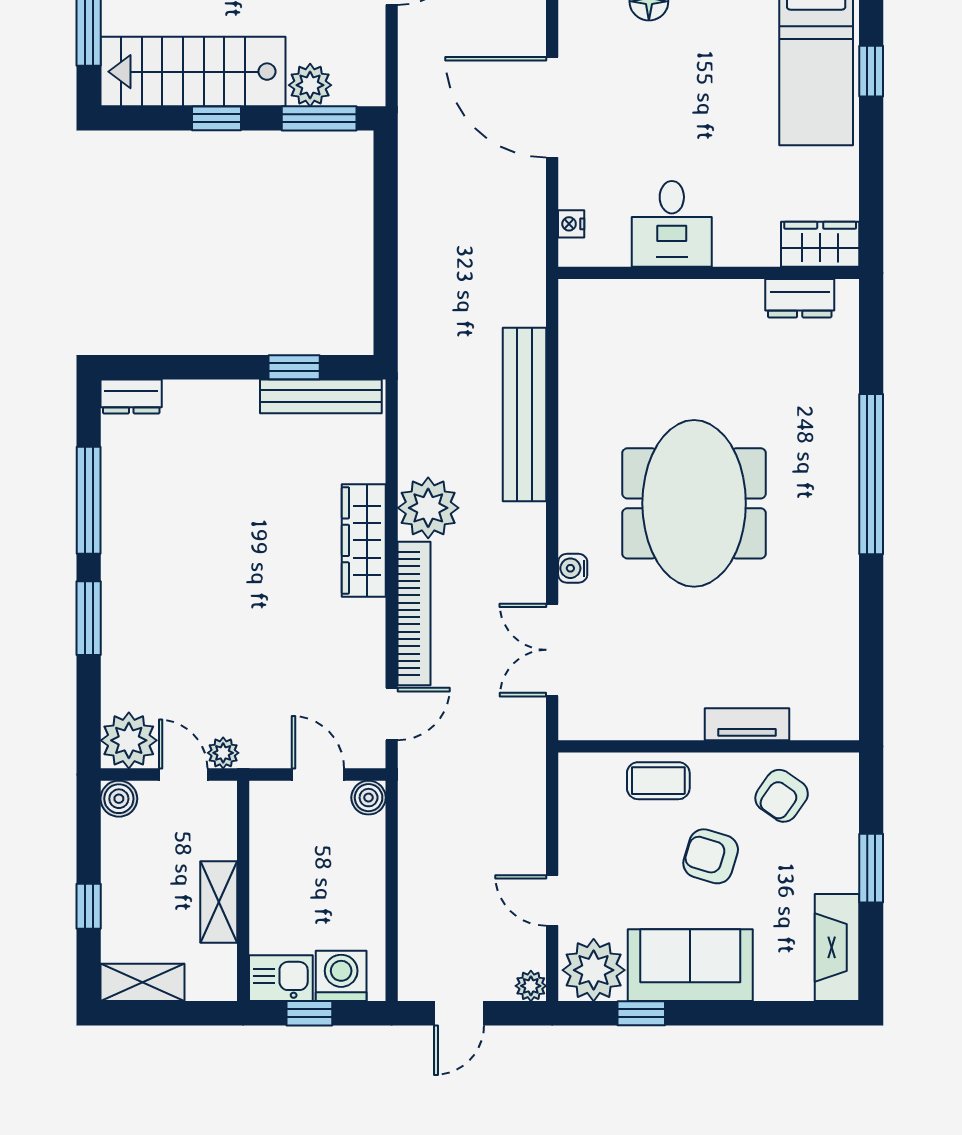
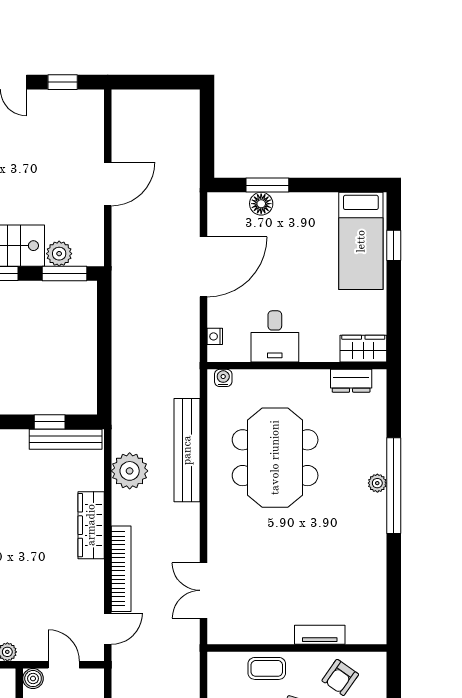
door: (552, 107) -> (203, 267), swing flipped
plant: (844, 470) -> (377, 483), added
meeting table: (694, 503) -> (275, 458), moved
plant: (428, 508) -> (130, 471), moved
water cooler: (573, 568) -> (223, 378), moved, turned 90
boiler: (369, 798) -> (33, 679), moved

